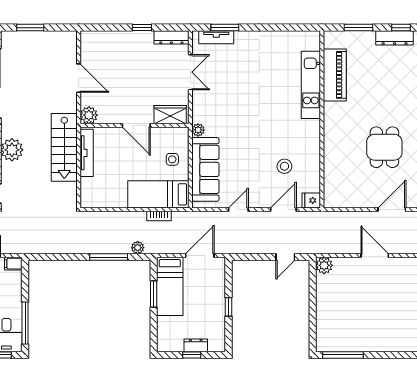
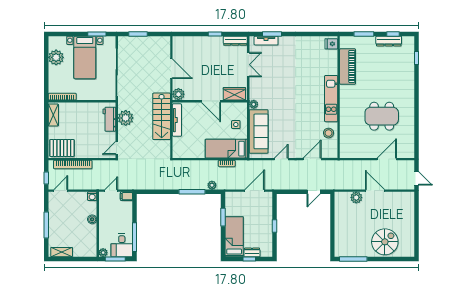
kitchen unit: (311, 85) -> (331, 99), moved
dining table: (384, 147) -> (382, 116), width x1.38
stool: (284, 166) -> (329, 133), moved
fridge: (311, 200) -> (331, 44), moved
plant: (324, 265) -> (356, 197), moved
bed: (170, 286) -> (234, 237), moved, turned 180
spiral stairs: (389, 330) -> (385, 242), added

